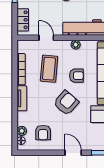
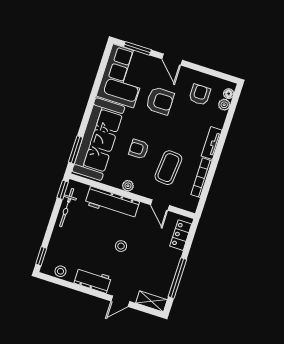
armchair: (66, 103) -> (160, 101), moved, turned -131

